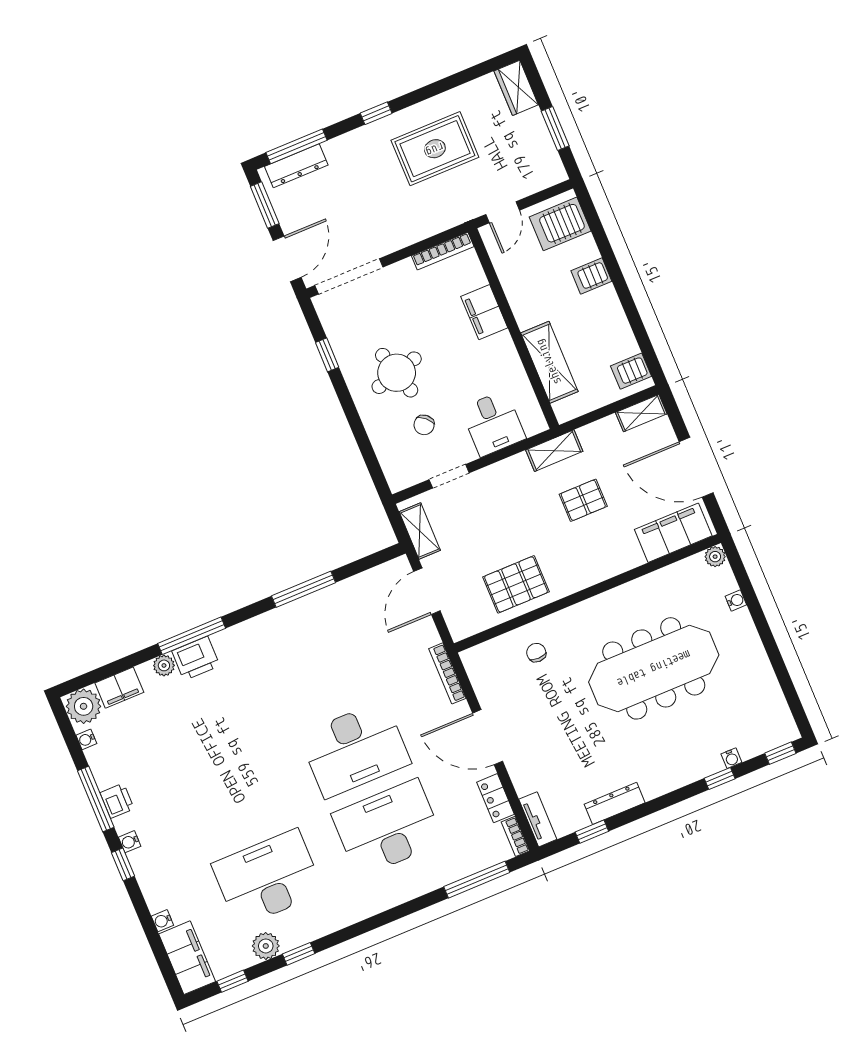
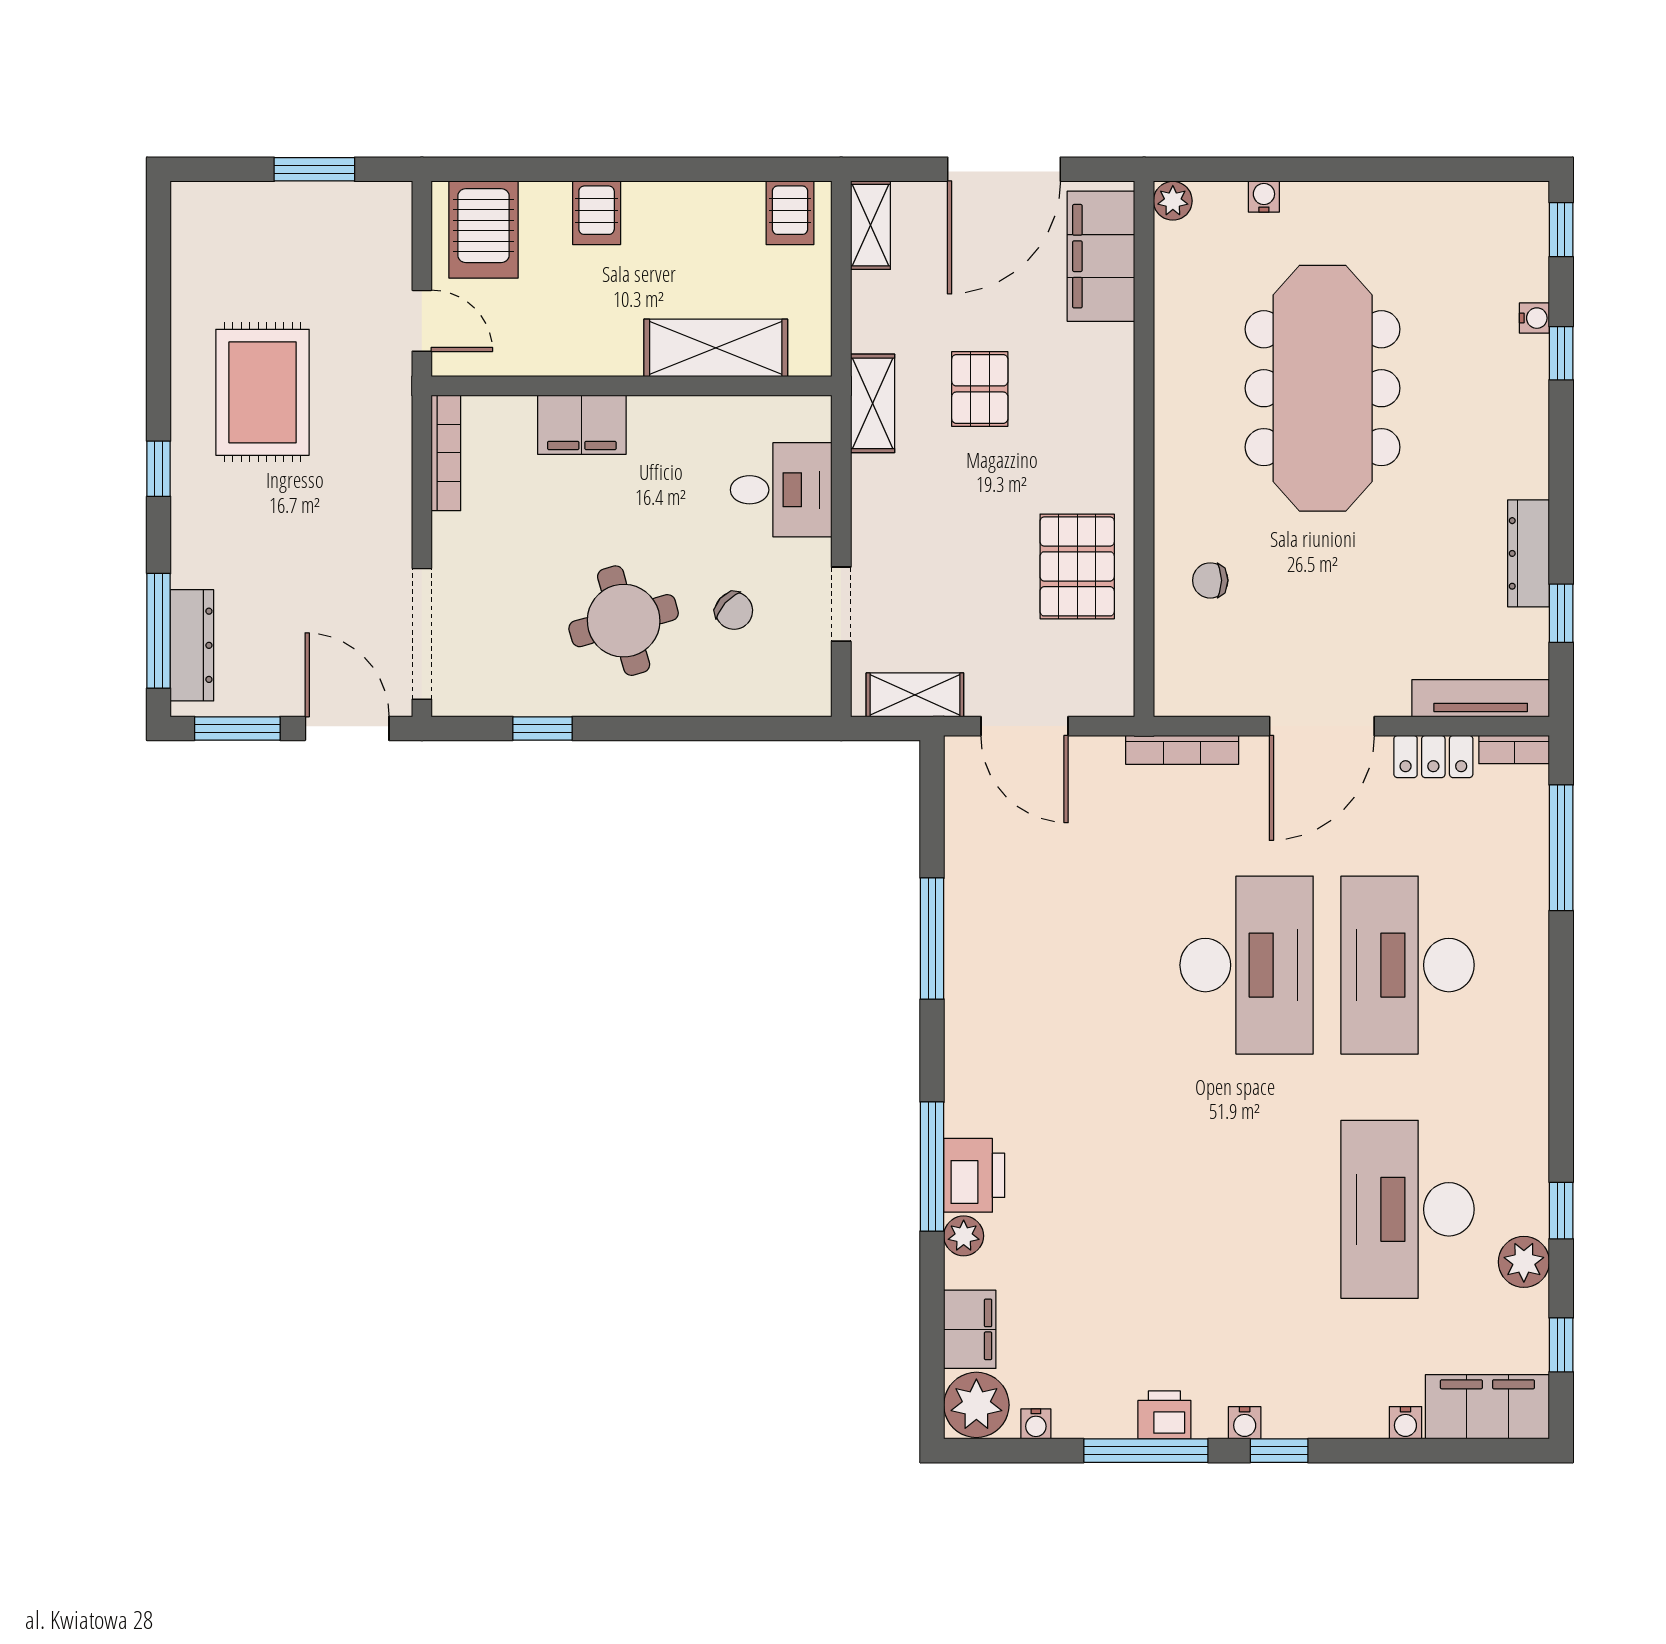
wardrobe: (516, 88) -> (216, 207), removed
tv unit: (538, 819) -> (1481, 698), width x1.41

